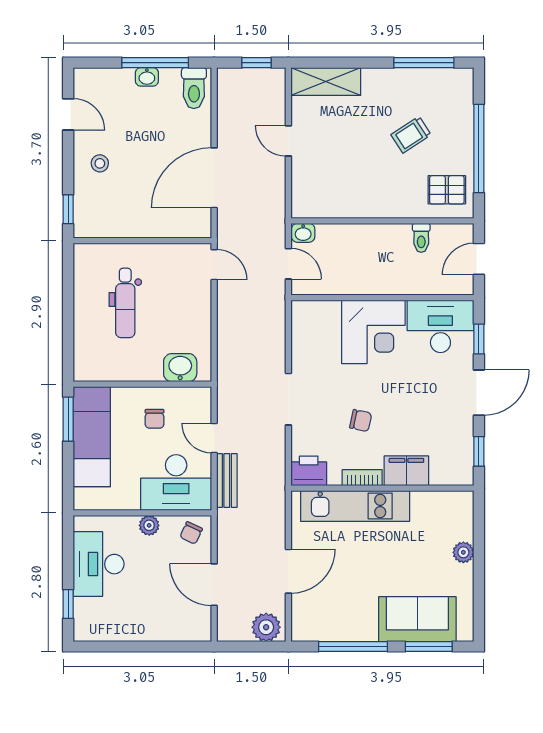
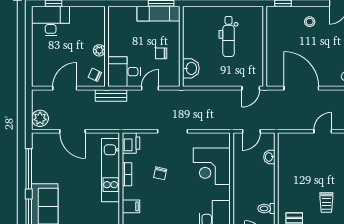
trolley: (411, 135) -> (326, 203), turned -147
washbasin: (303, 233) -> (269, 157), moved
dental chair: (125, 303) -> (229, 36), turned -90
corner desk: (373, 332) -> (212, 166), moved
exam couch: (92, 437) -> (159, 14), width x0.73, depth x0.69
filing cabinet: (406, 471) -> (131, 206), width x0.50
bench: (227, 481) -> (111, 95), moved
desk: (176, 483) -> (124, 72), width x0.73
desk: (99, 564) -> (51, 21), moved

